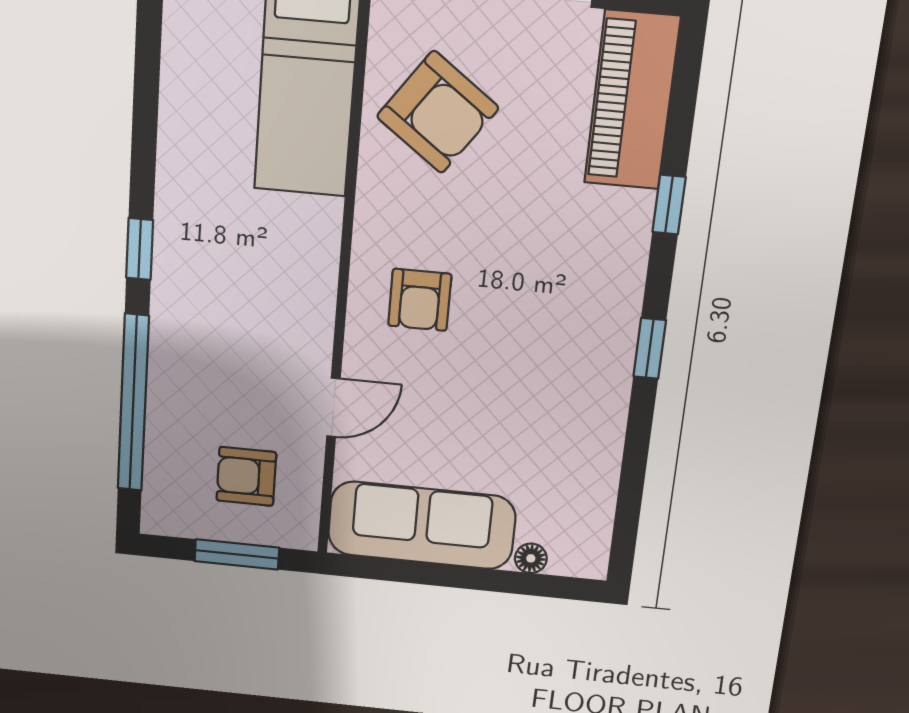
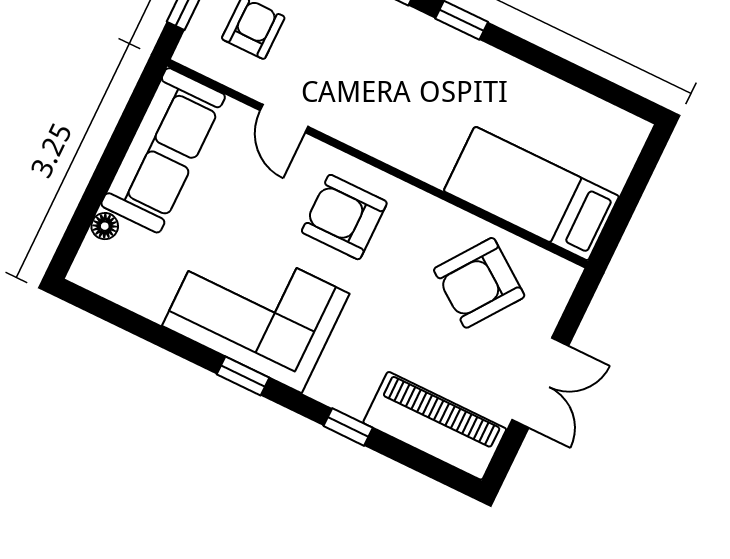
armchair: (420, 300) -> (344, 217), width x1.38, depth x1.38
corner sofa: (566, 361) -> (256, 310), added

